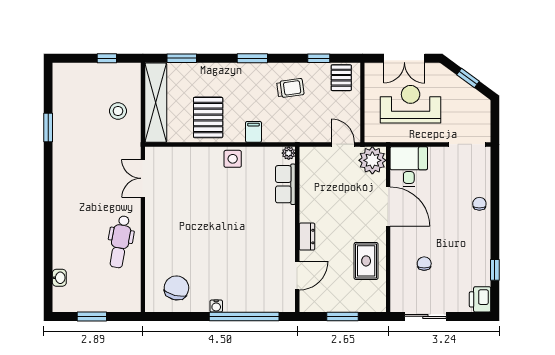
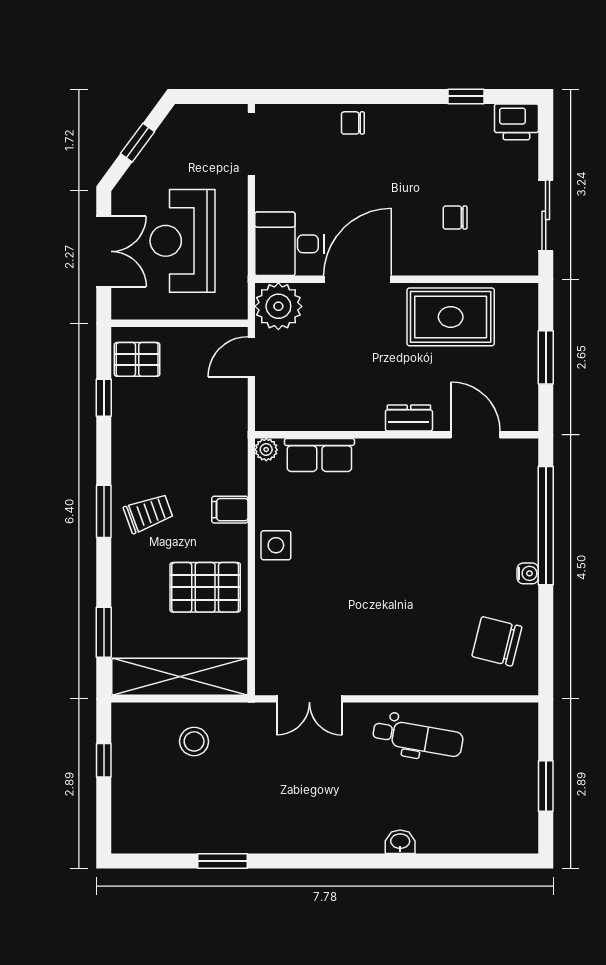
trolley: (290, 88) -> (148, 513), moved, turned 78
rug: (366, 261) -> (451, 317), width x1.36, depth x1.43
washbasin: (59, 278) -> (400, 842), moved

